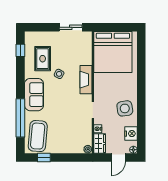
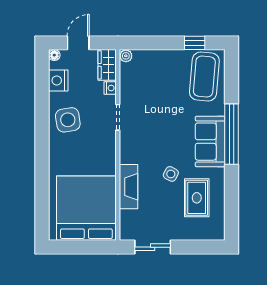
window: (20, 50) -> (231, 211), removed
fireplace: (86, 80) -> (129, 187), moved
window: (20, 118) -> (231, 134), moved

